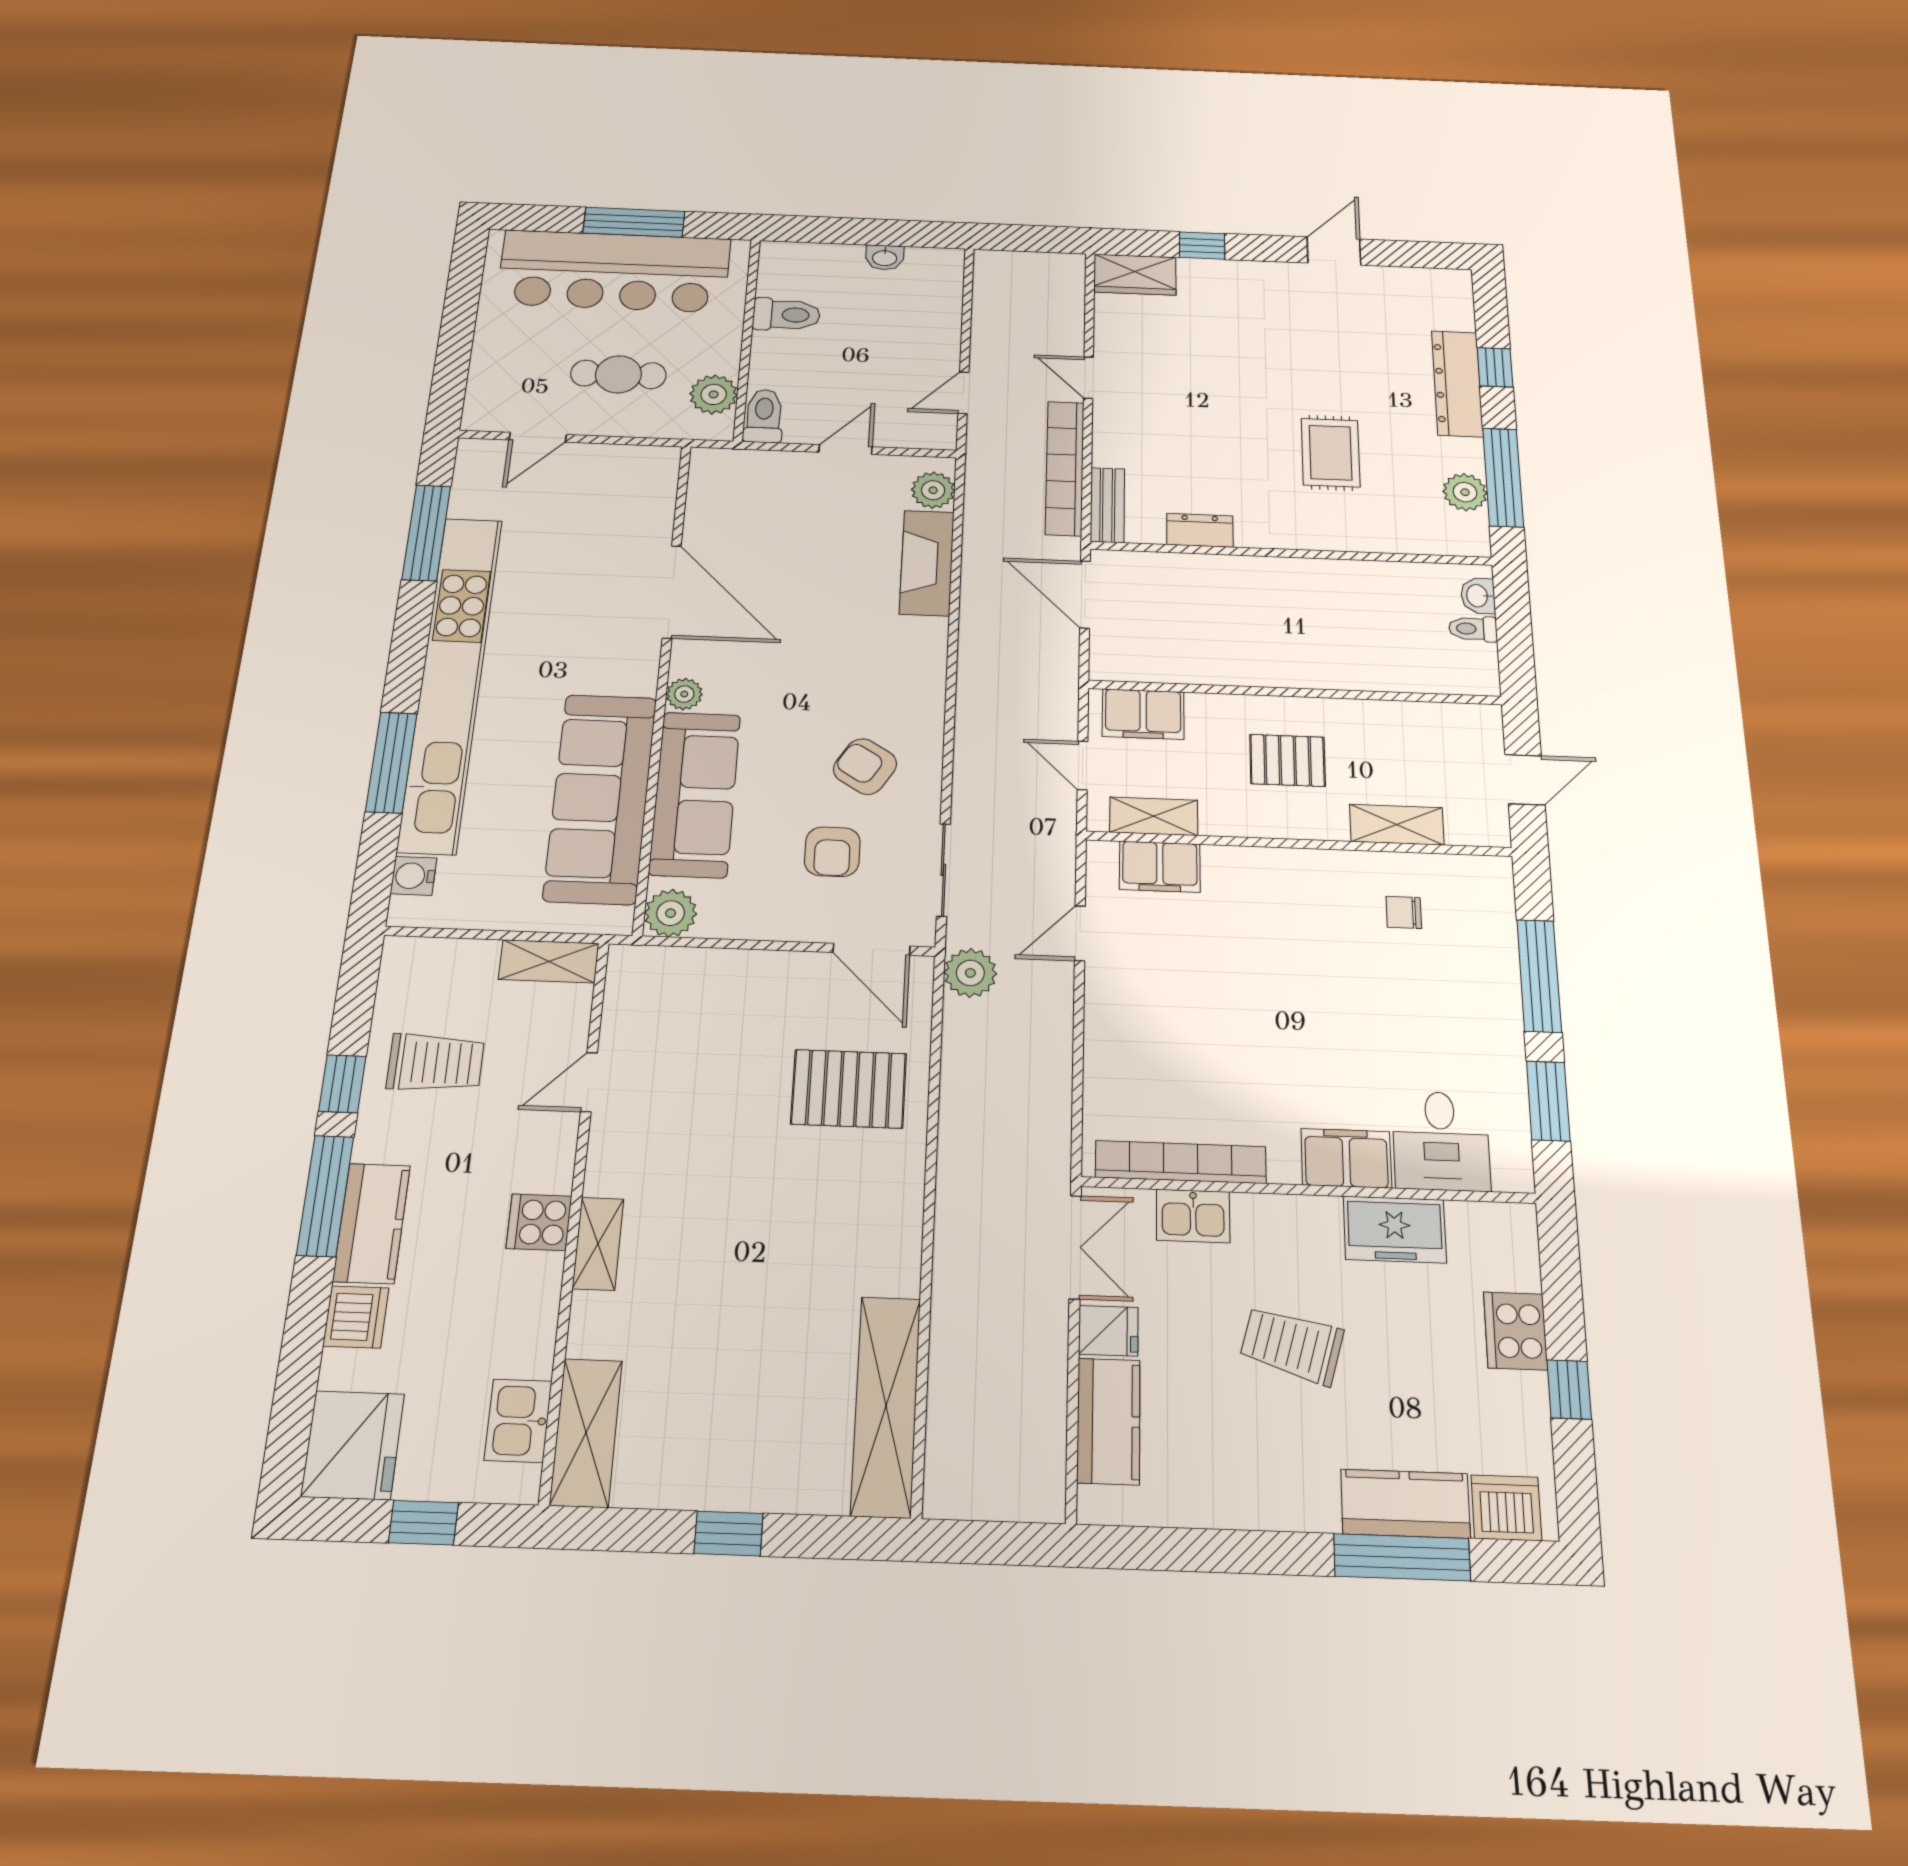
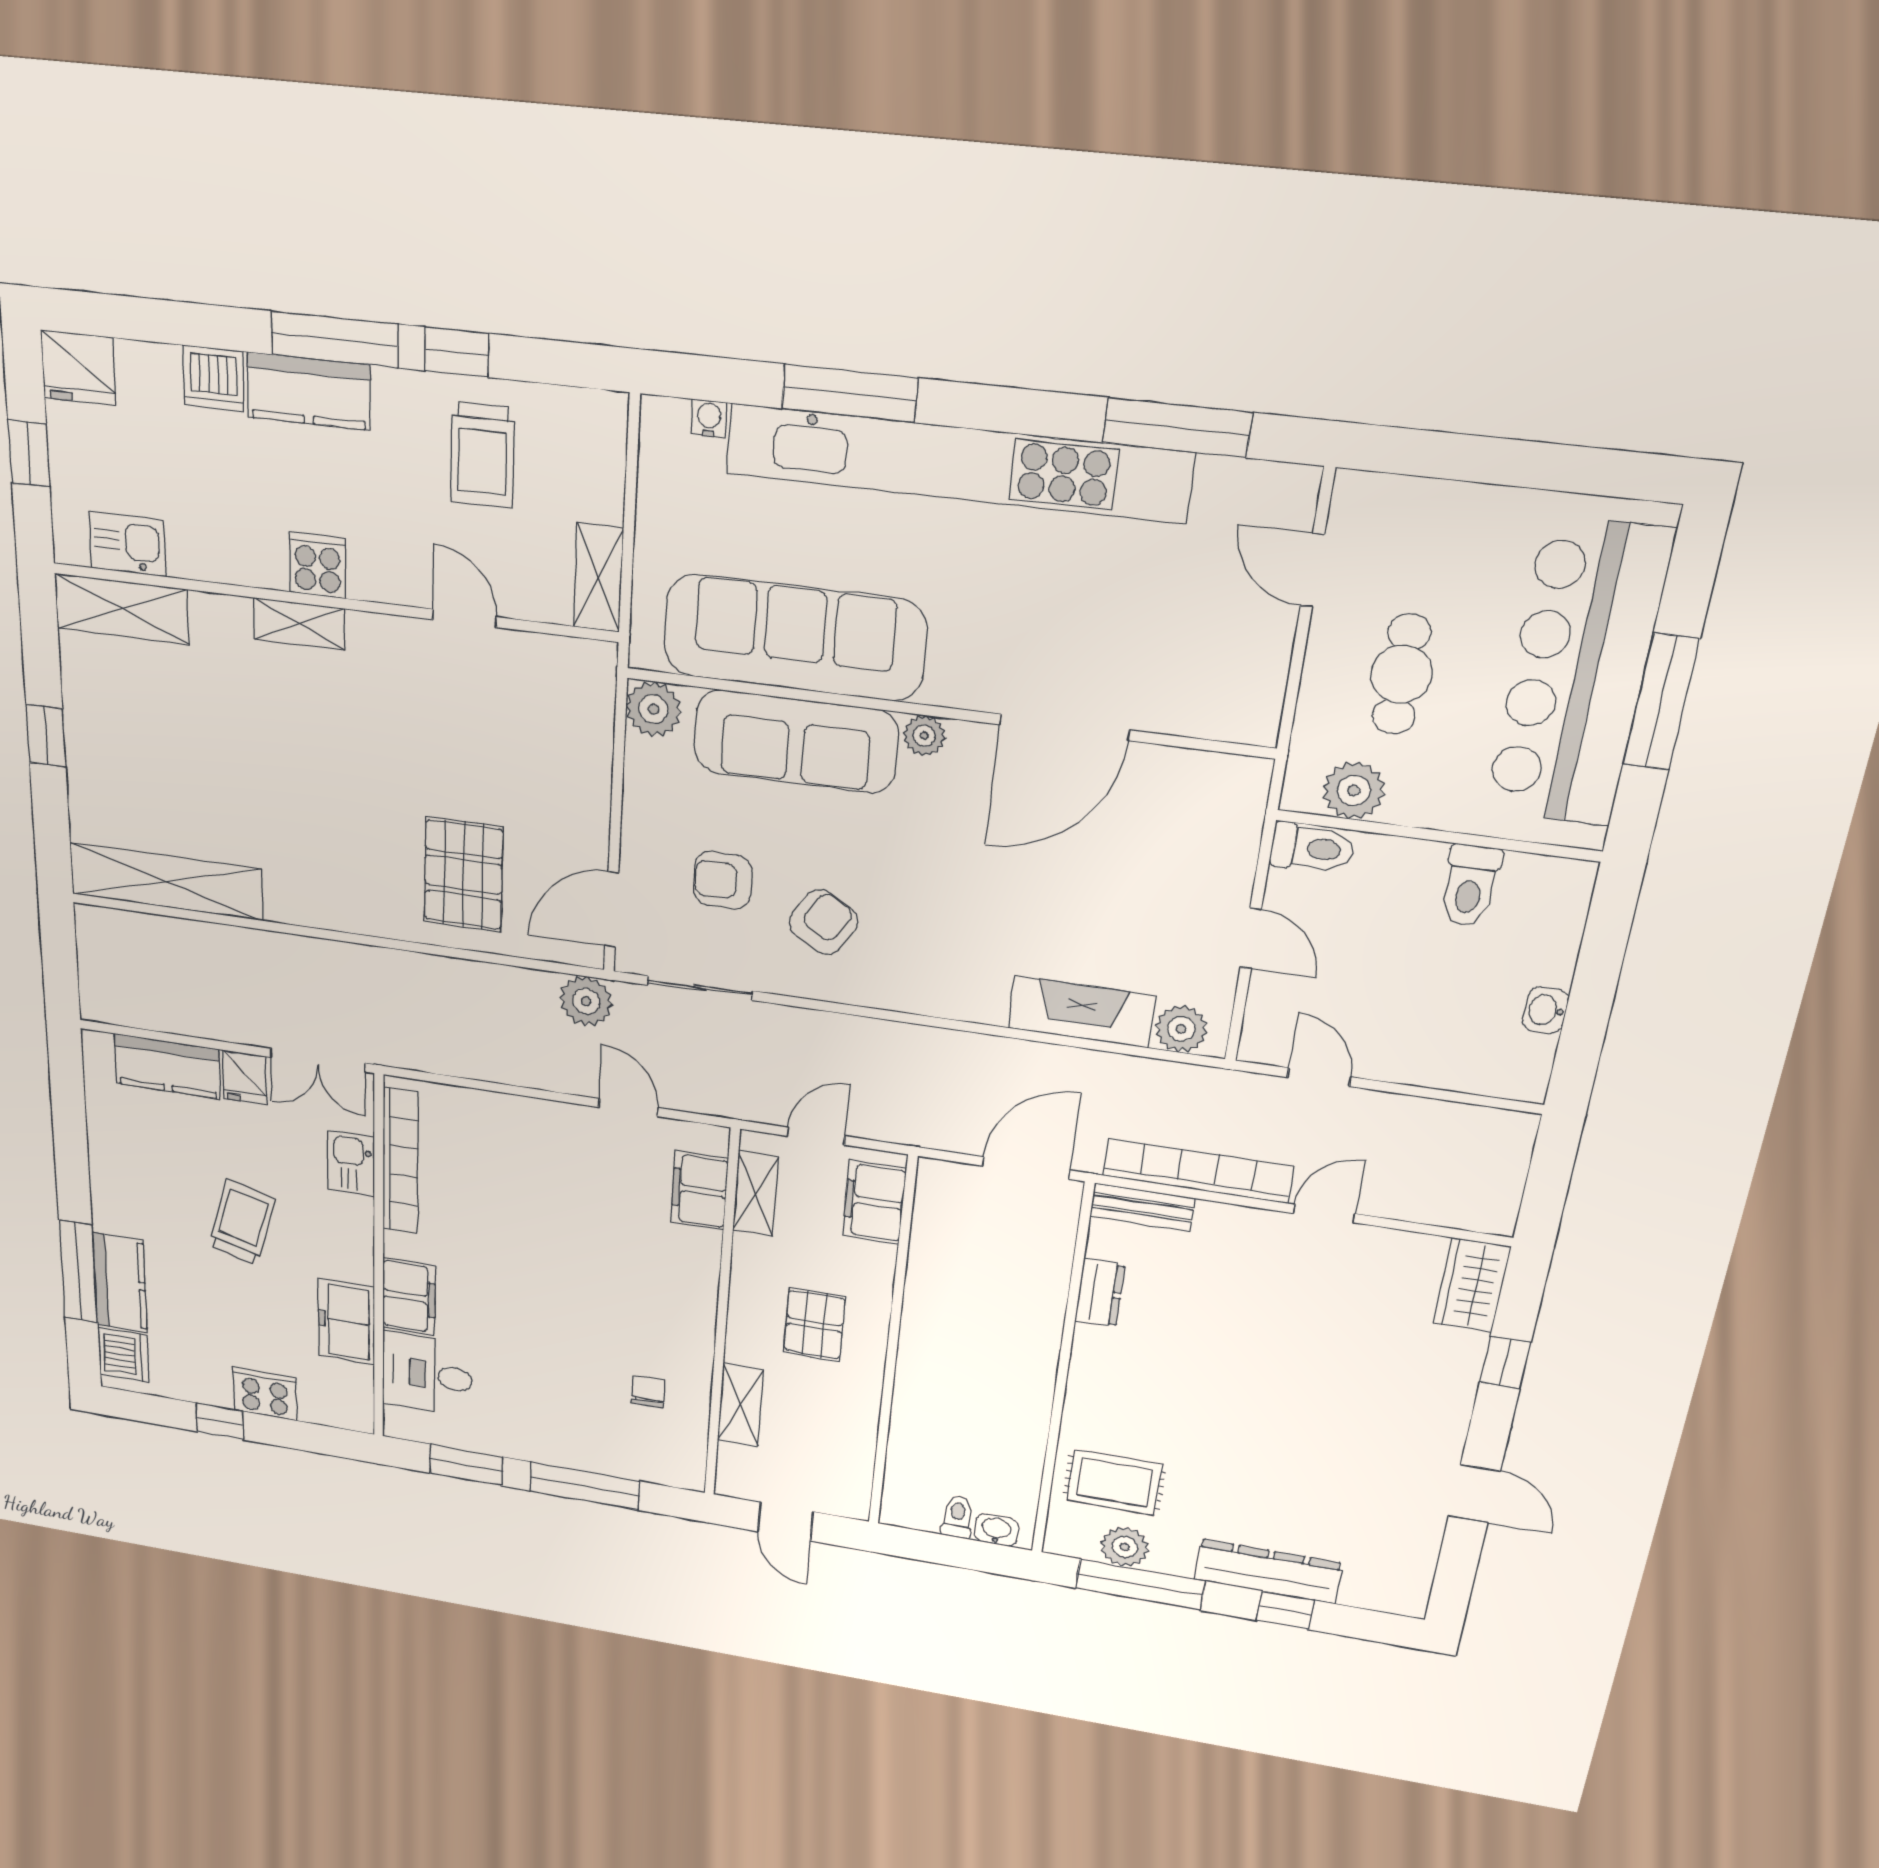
rug: (1331, 453) -> (1114, 1482), moved
water cooler: (413, 876) -> (709, 418), width x0.72, depth x0.72
fridge: (353, 1445) -> (78, 368), width x0.73, depth x0.75

